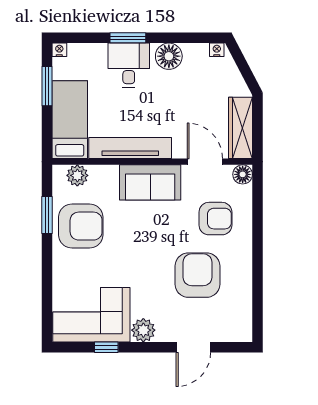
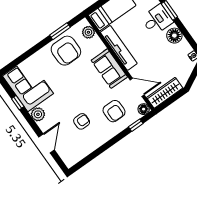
door: (205, 162) -> (137, 87), hinge flipped
window: (257, 202) -> (136, 125), added
armchair: (197, 275) -> (82, 121), width x0.53, depth x0.53
door: (193, 347) -> (47, 143), swing flipped

